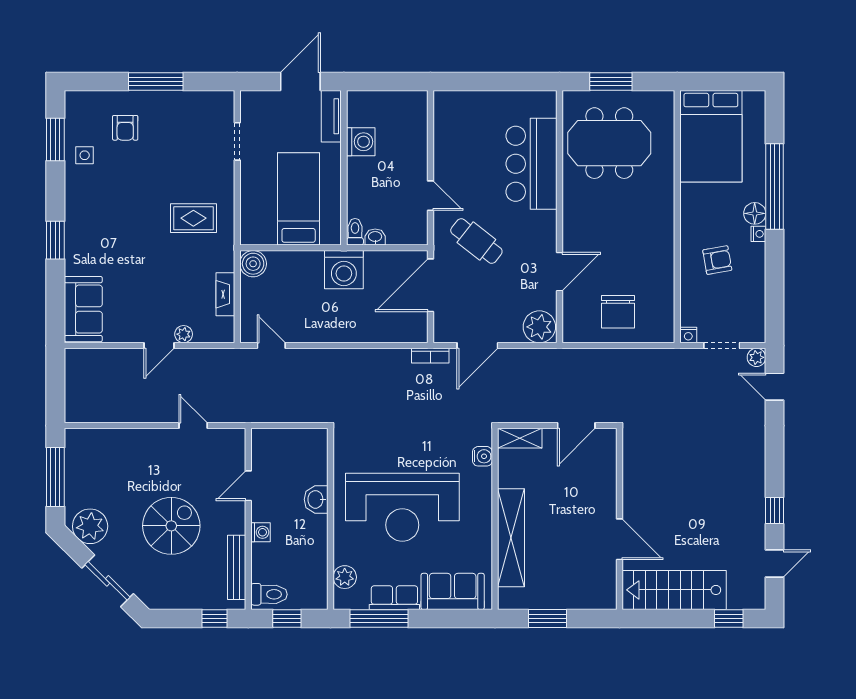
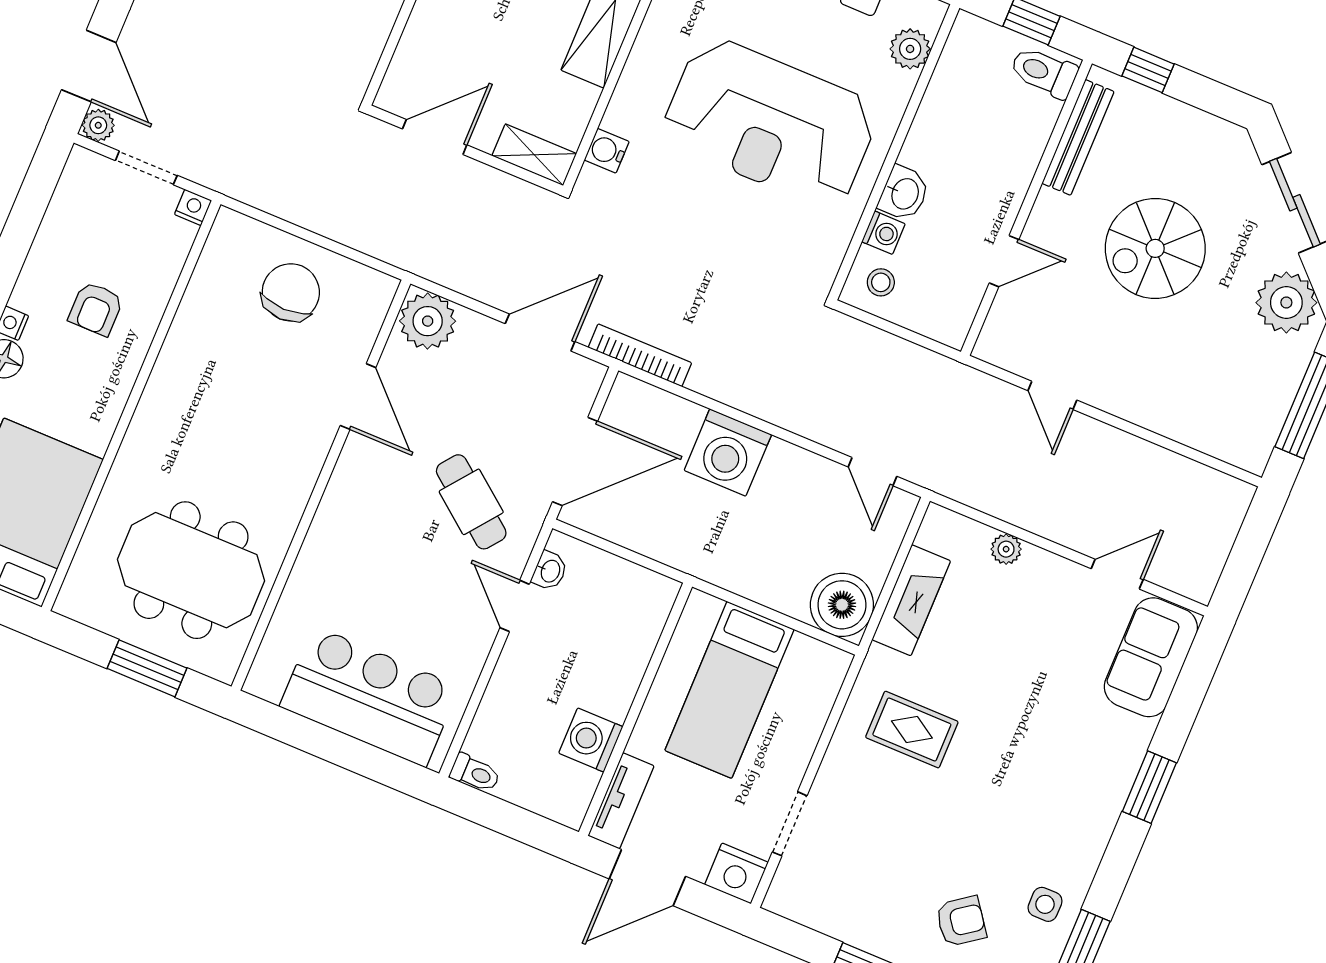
nightstand: (254, 103) -> (736, 873), added
armchair: (125, 128) -> (961, 921), turned 54
bar counter: (531, 164) -> (369, 696), moved, turned -90
toilet: (355, 232) -> (475, 773), moved, turned -90
washbasin: (375, 237) -> (550, 571), moved, turned -90
armchair: (717, 260) -> (96, 309), turned -80
boiler: (253, 264) -> (842, 605), width x1.37, depth x1.37
washing machine: (344, 270) -> (728, 453), moved, turned 180
door: (559, 272) -> (358, 396), swing flipped
fireplace: (225, 294) -> (911, 600), width x1.37, depth x1.32
door: (159, 346) -> (1117, 574), moved
bookcase: (430, 356) -> (640, 355), width x1.56
door: (775, 387) -> (89, 66), width x1.38
stool: (309, 447) -> (881, 282), added
reception desk: (402, 507) -> (770, 123), turned 180
washing machine: (261, 532) -> (883, 233), moved, turned 180

